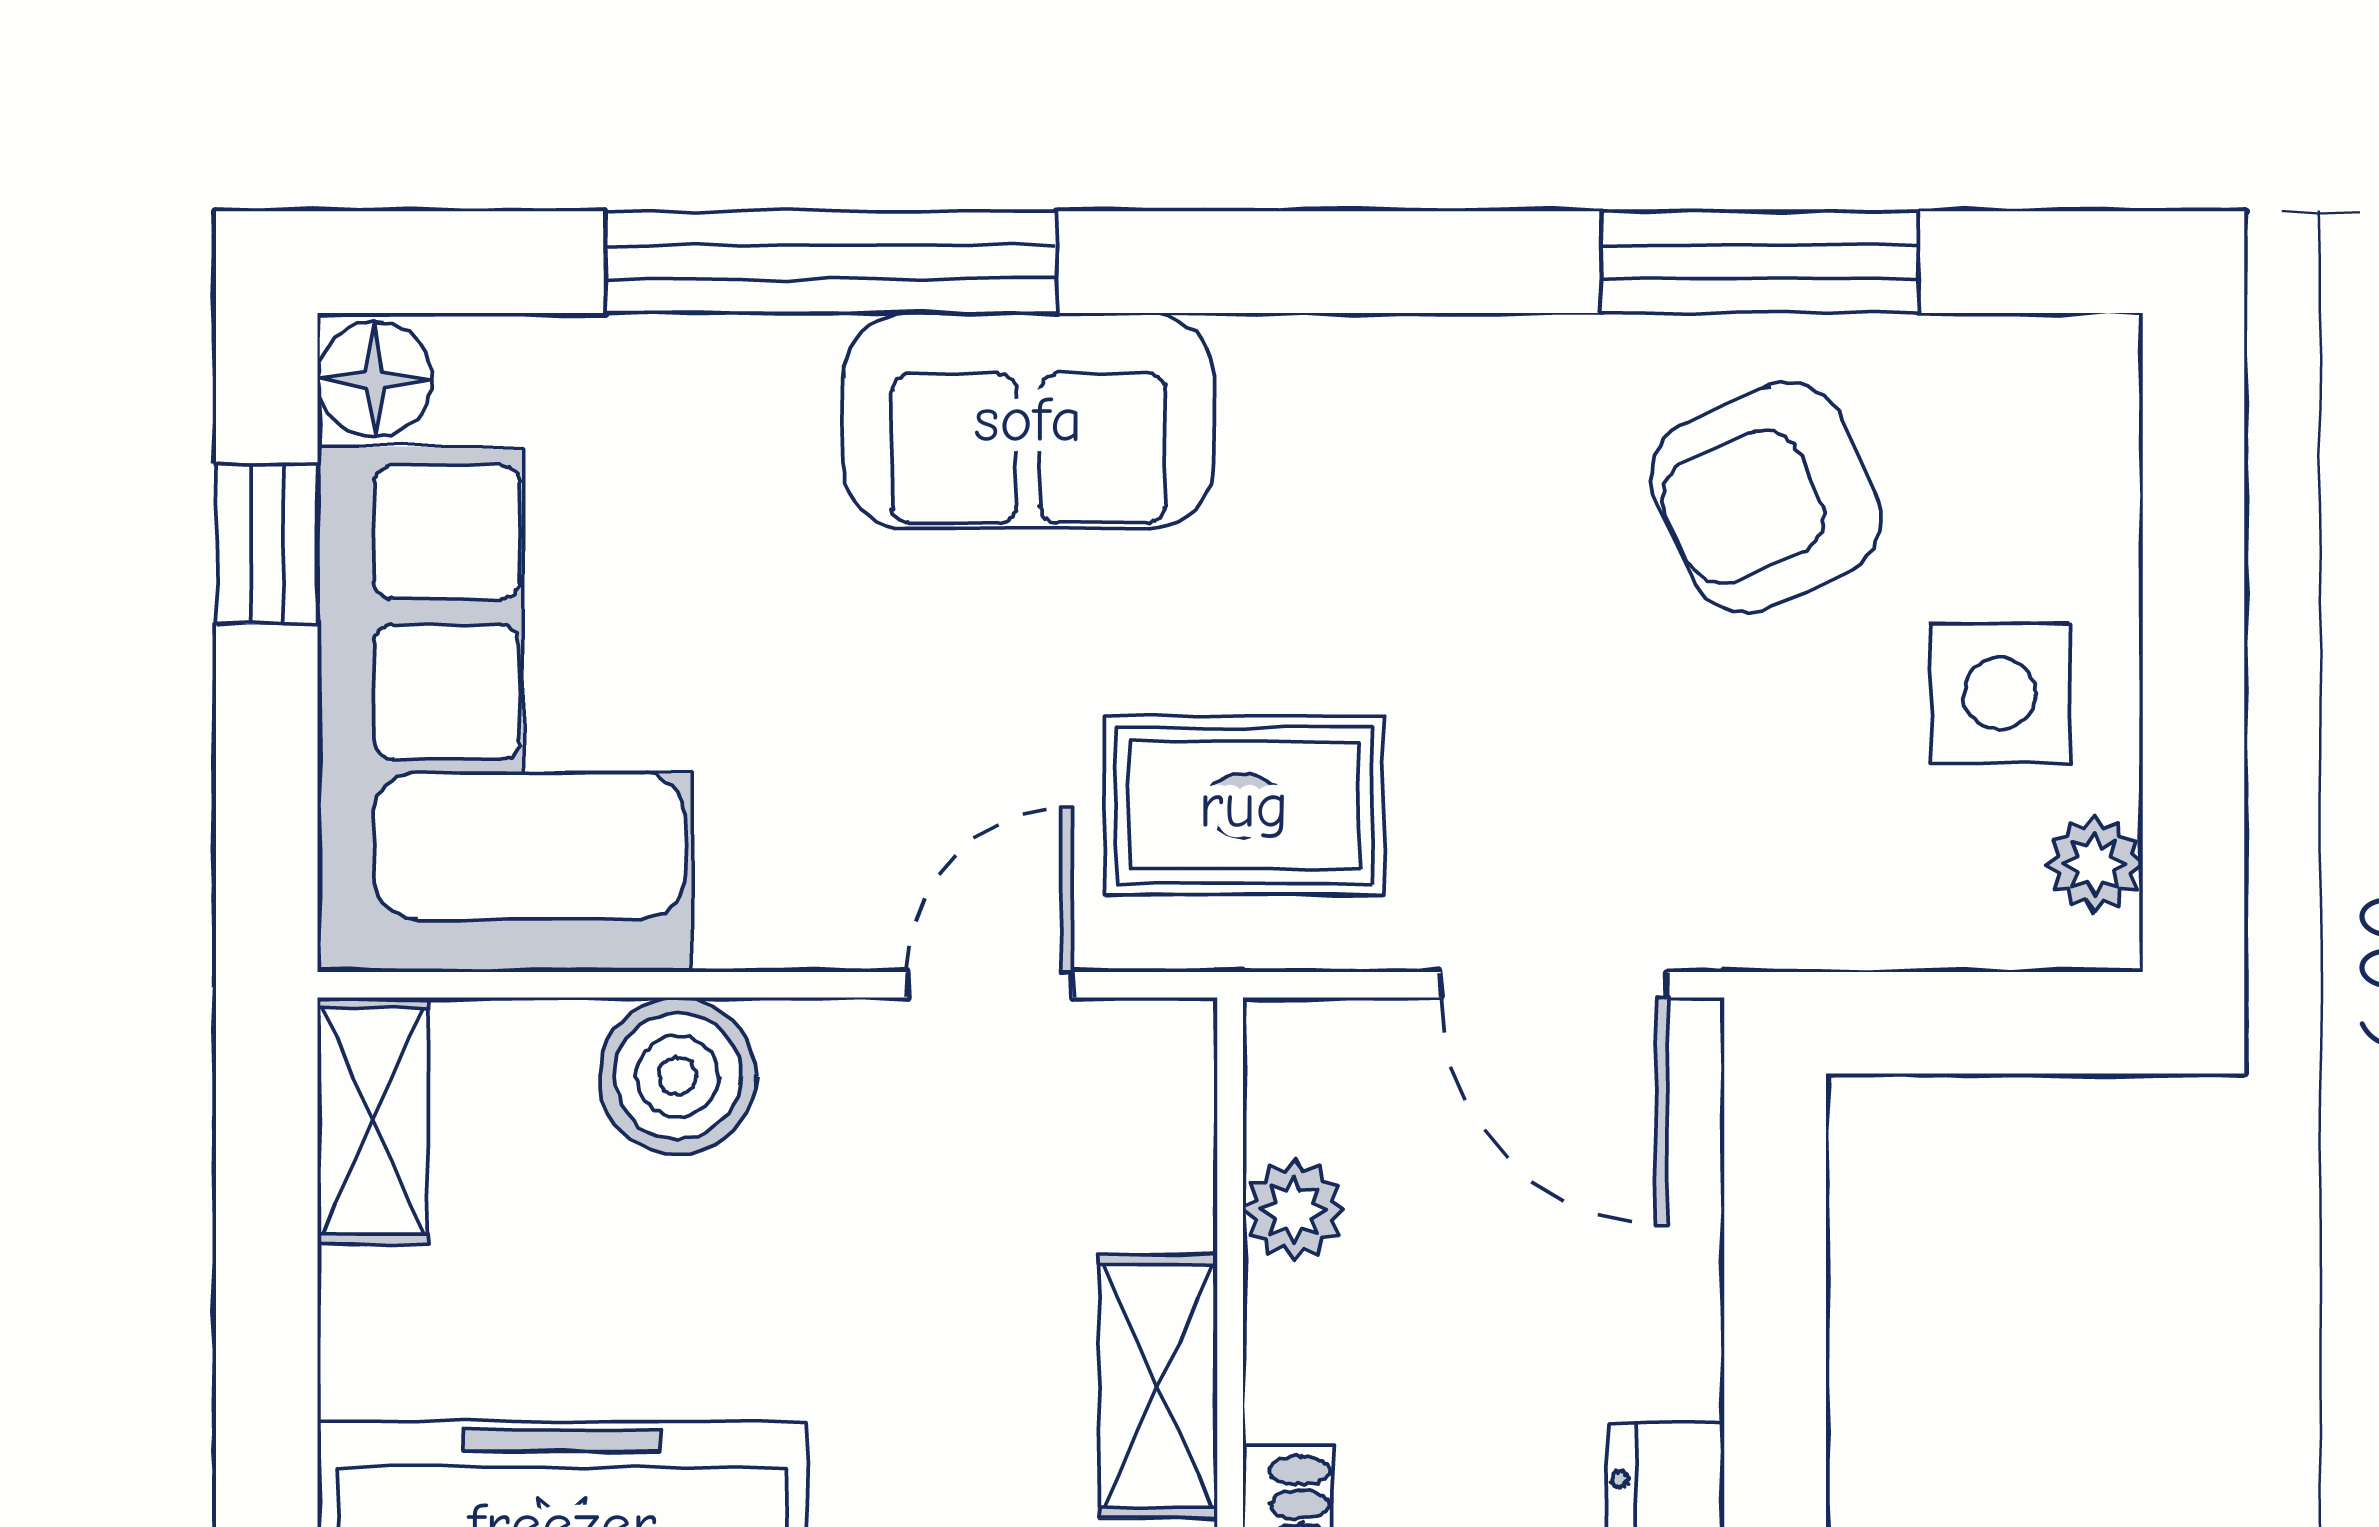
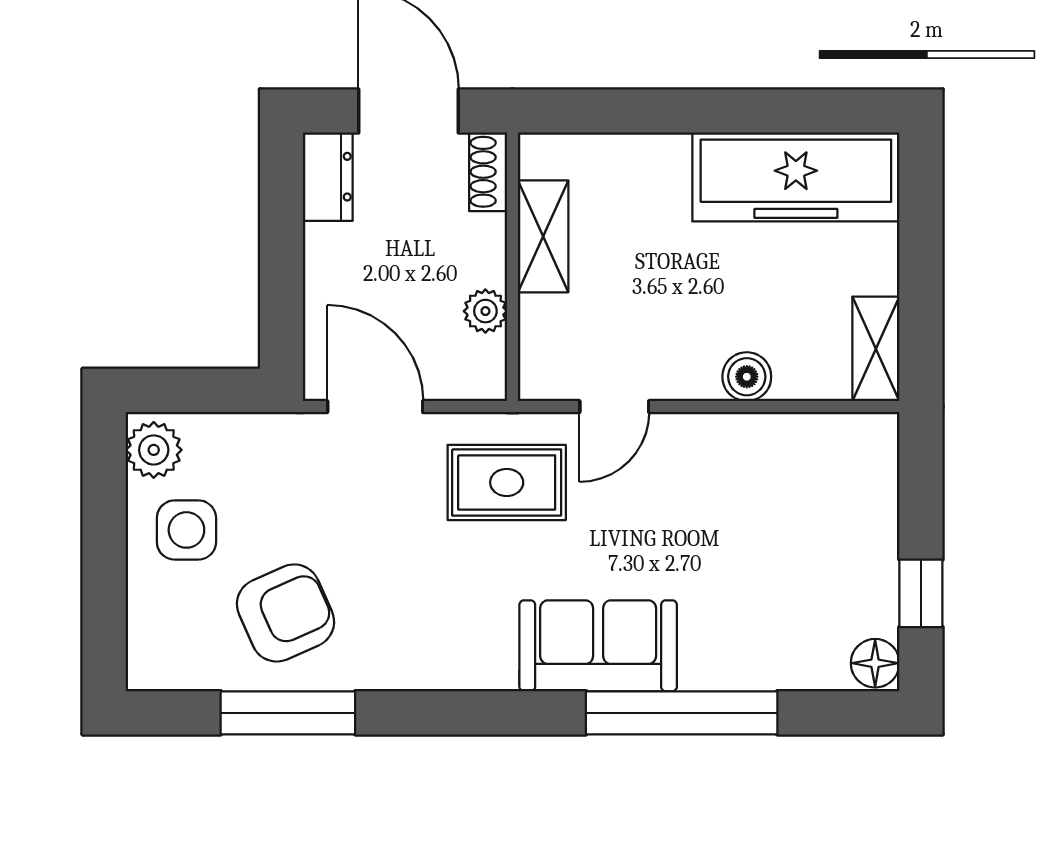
corner sofa: (505, 709) -> (820, 523), removed
plant: (2095, 864) -> (154, 450), width x1.38, depth x1.38
boiler: (678, 1076) -> (747, 377), width x0.73, depth x0.73

